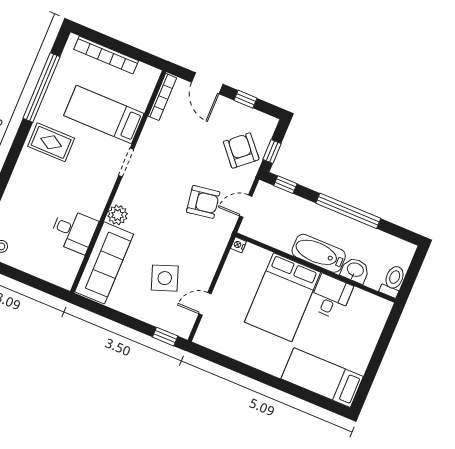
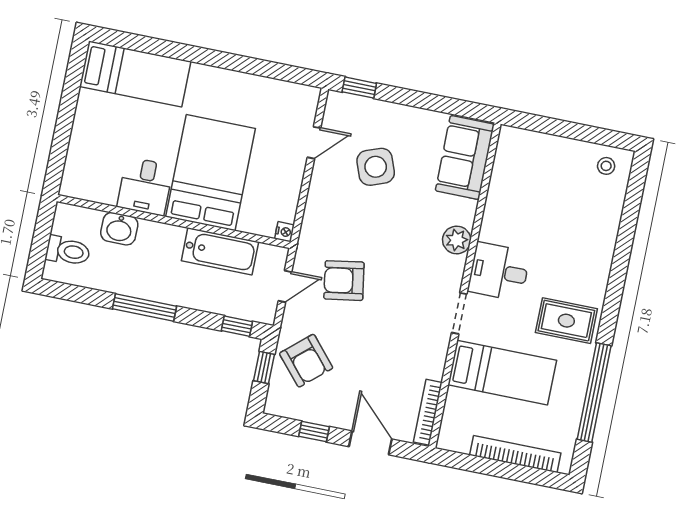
window: (348, 211) -> (145, 308), width x0.68
desk: (74, 231) -> (499, 272), moved
bathtub: (319, 253) -> (220, 251), moved
sofa: (104, 263) -> (465, 157), width x0.73
toilet: (393, 281) -> (68, 251), moved, turned -90

